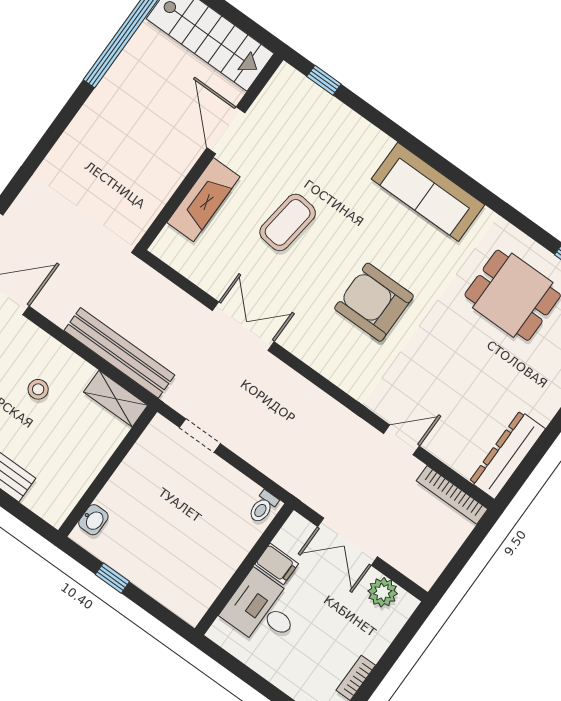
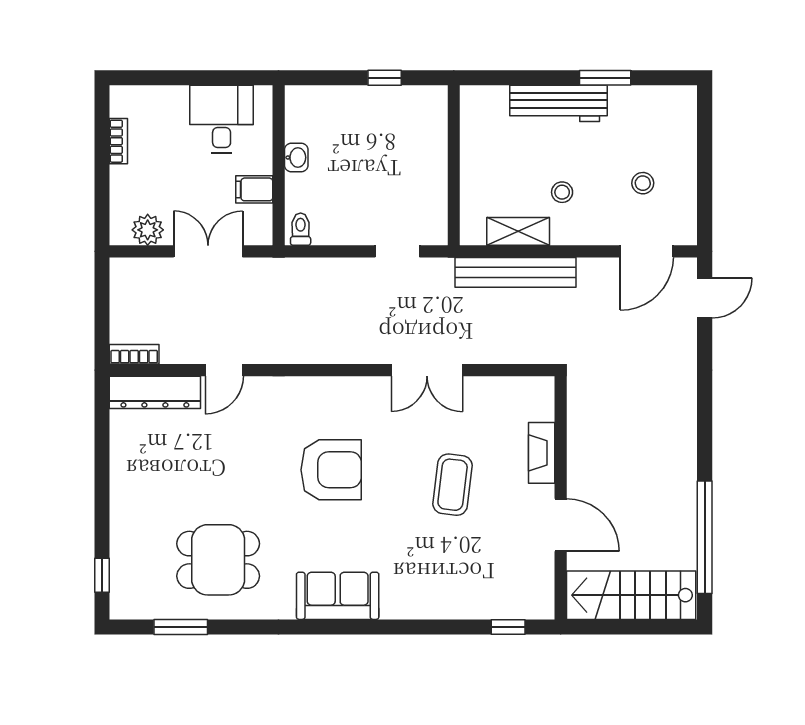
sofa: (428, 192) -> (338, 596), width x0.73
fireplace: (203, 200) -> (542, 453), width x0.73, depth x0.76
shelving: (116, 399) -> (518, 231), moved
dresser: (507, 455) -> (155, 392), moved, turned 90
bookcase: (452, 495) -> (134, 354), width x0.64
washbasin: (93, 520) -> (296, 157), moved, turned 180
desk: (262, 610) -> (222, 119), moved, turned -90

